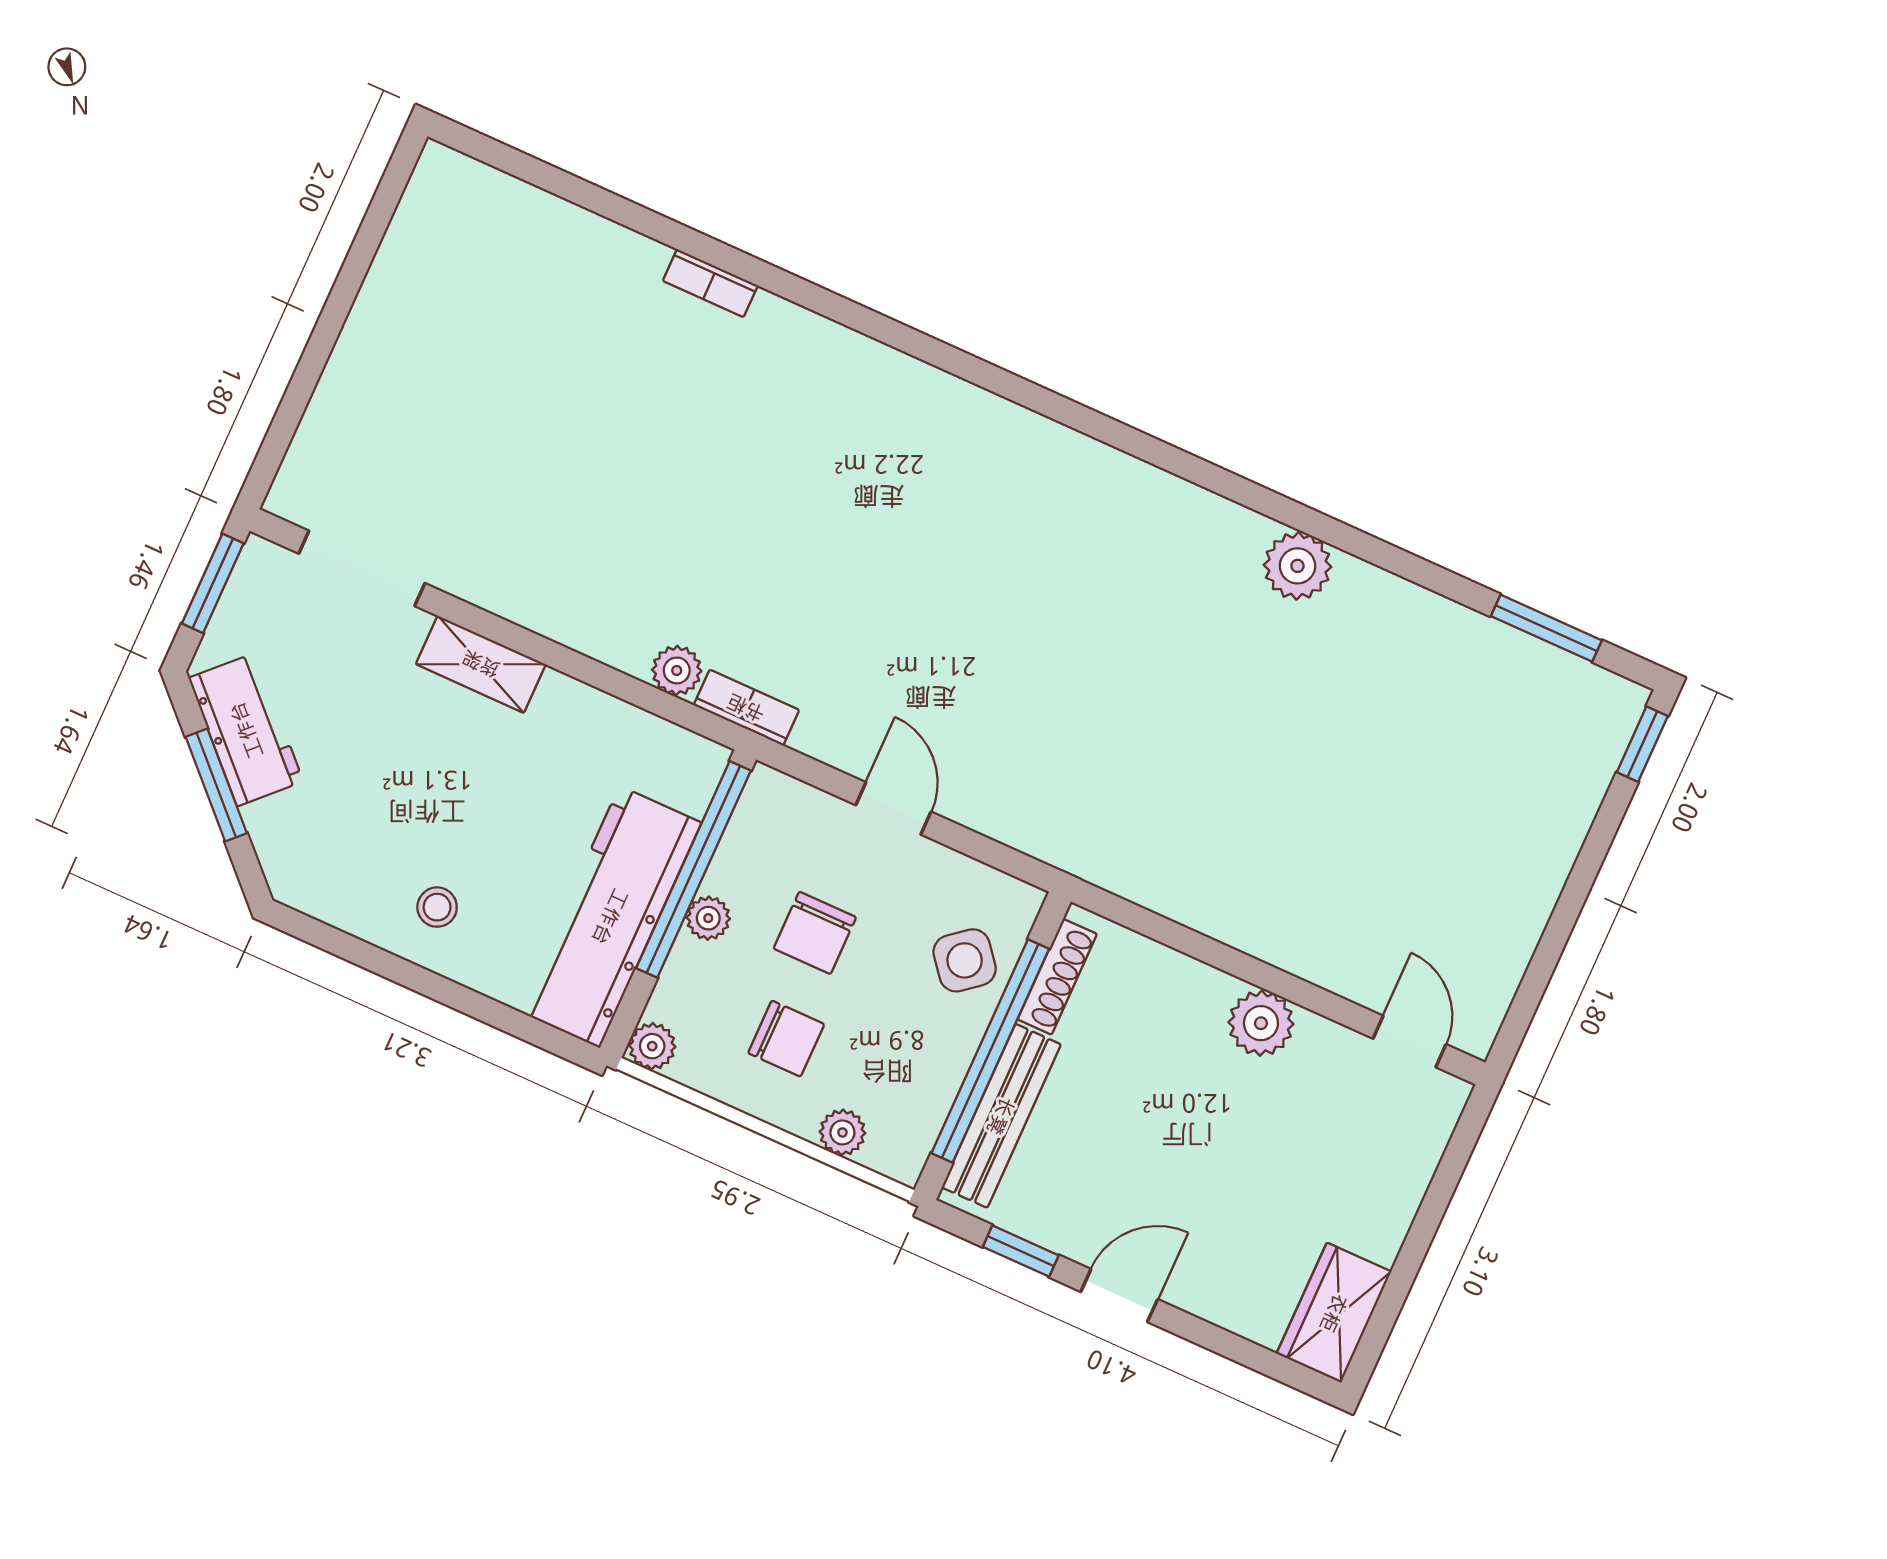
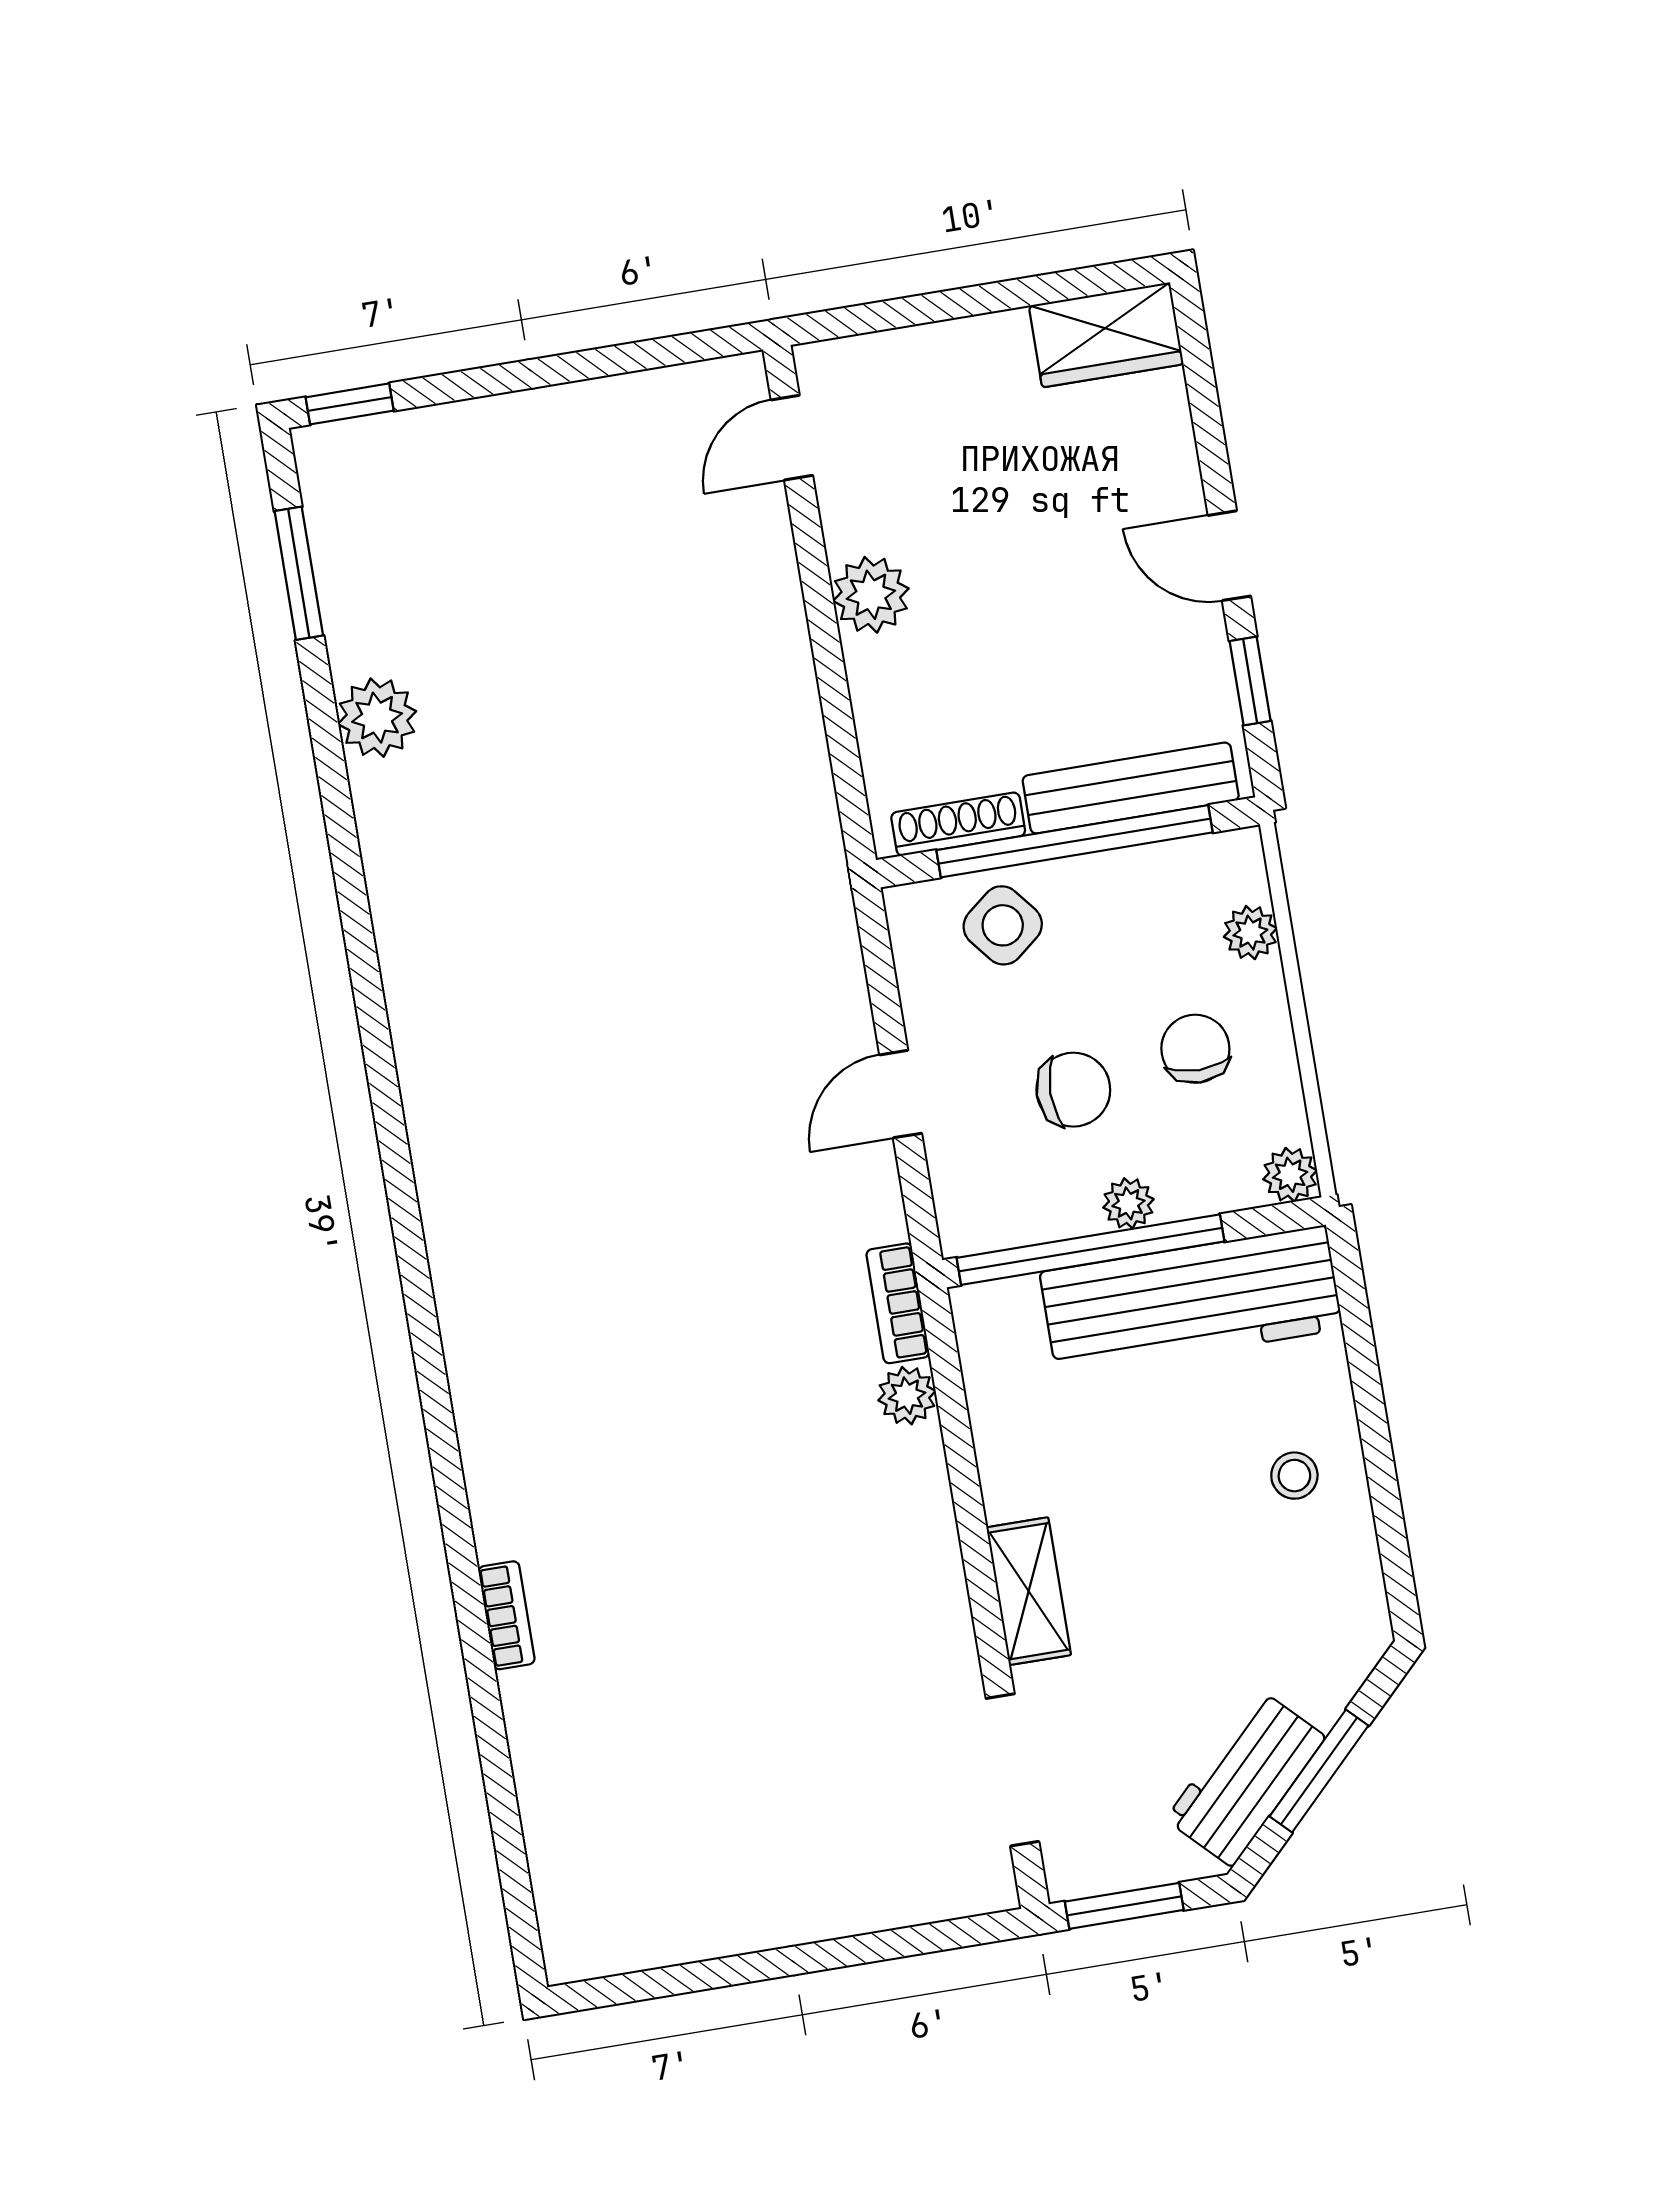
plant: (1297, 566) -> (377, 718), moved

